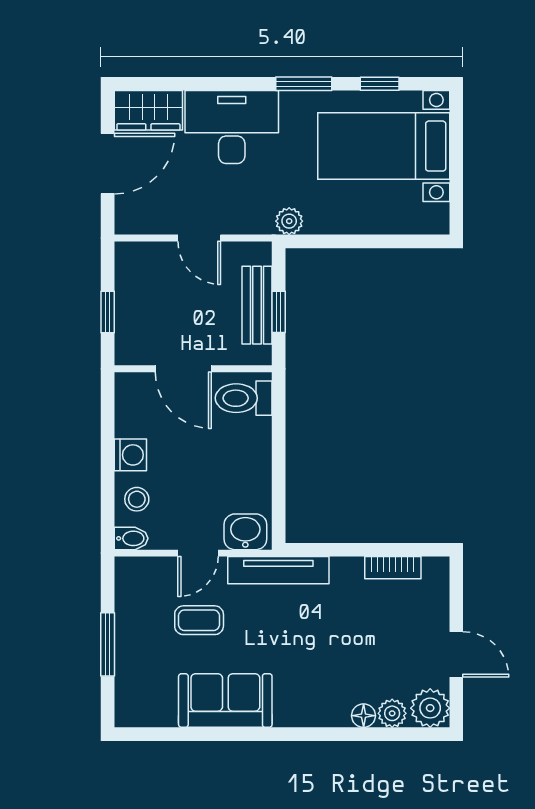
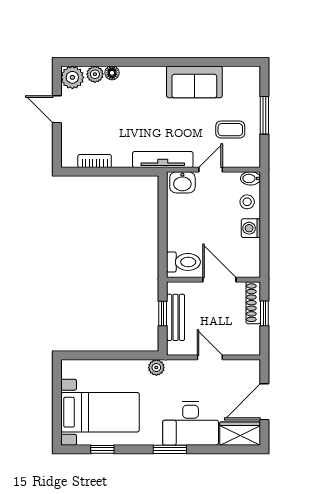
window: (304, 84) -> (170, 449), moved
shoe rack: (126, 330) -> (253, 303), added
coffee table: (199, 620) -> (230, 130), moved

